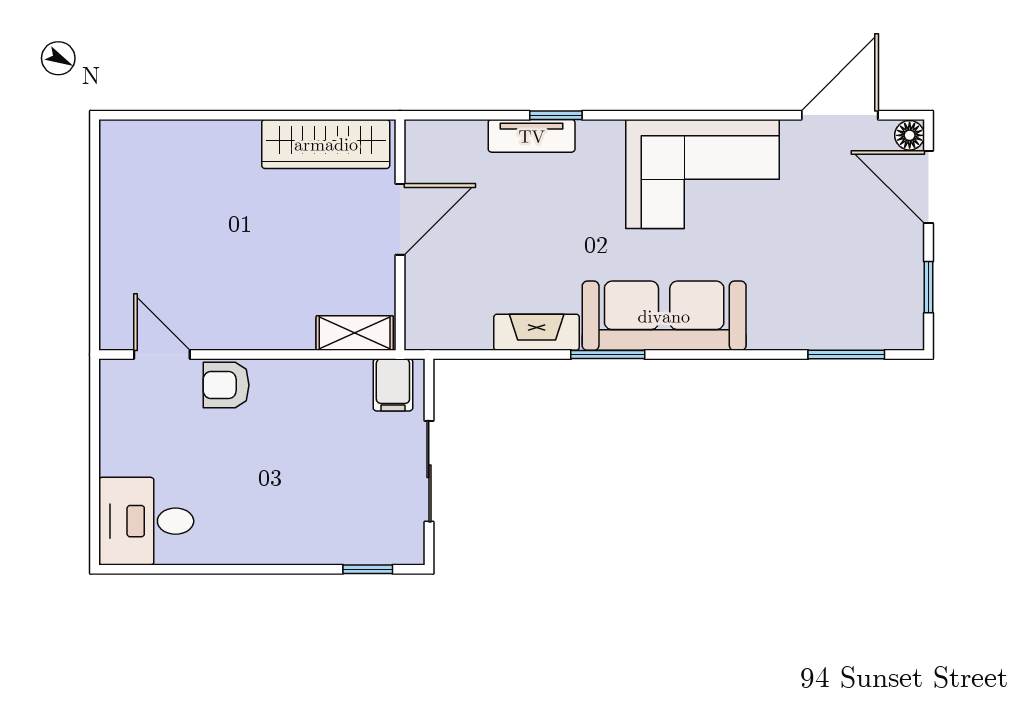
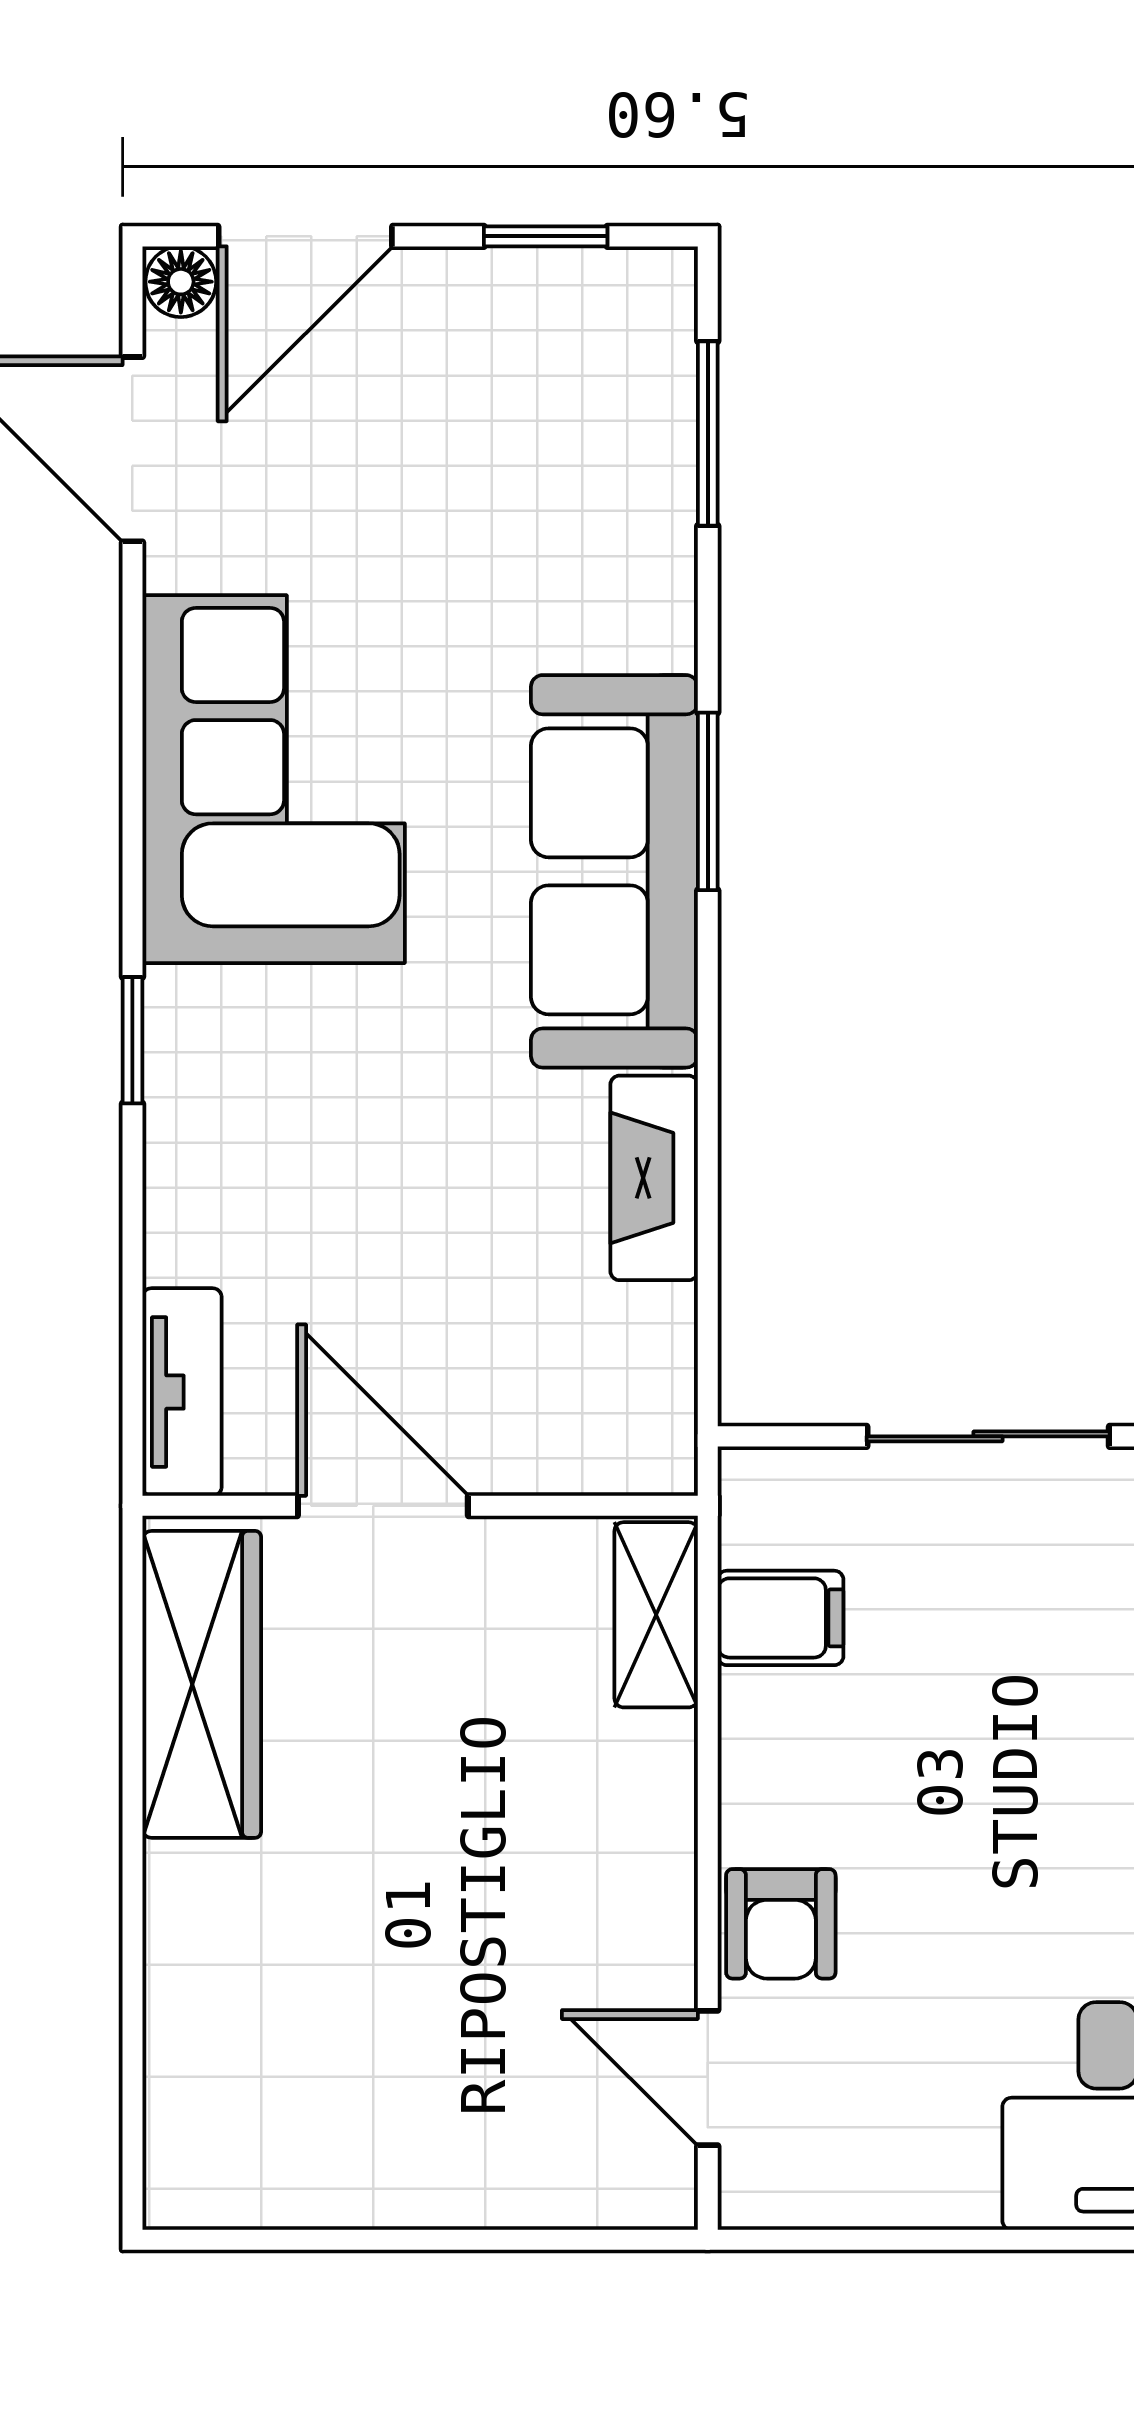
window: (556, 115) -> (132, 1040), moved
tv unit: (532, 136) -> (182, 1392), moved
door: (162, 355) -> (708, 2078), hinge flipped
window: (608, 355) -> (708, 801), moved
filing cabinet: (393, 385) -> (781, 1618), moved

